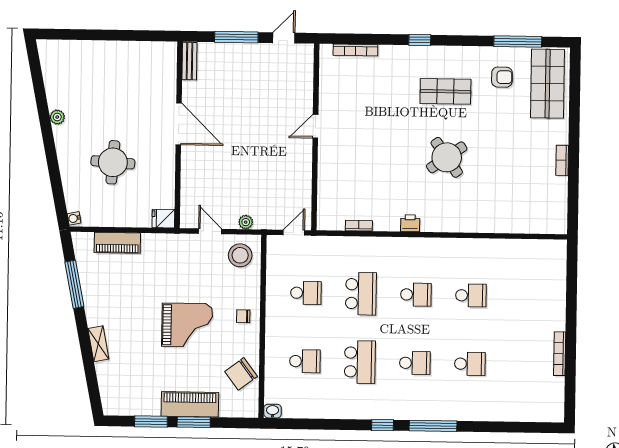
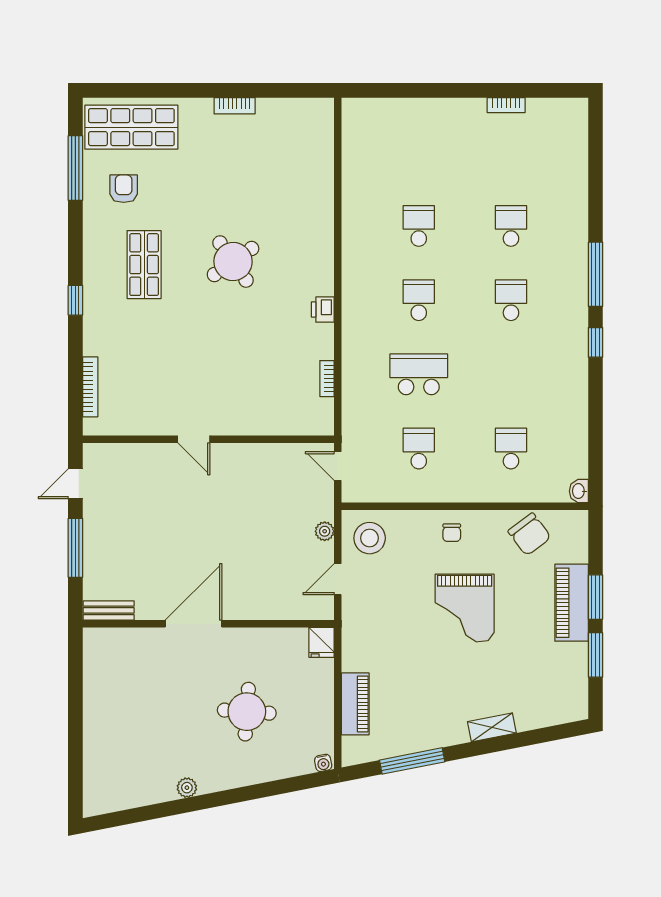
door: (284, 38) -> (75, 484), hinge flipped
grand piano: (187, 325) -> (465, 608), turned 180
bookcase: (560, 354) -> (506, 105), width x0.64
school desk: (360, 362) -> (511, 374), removed

